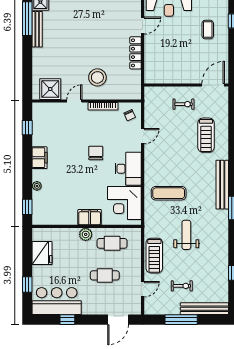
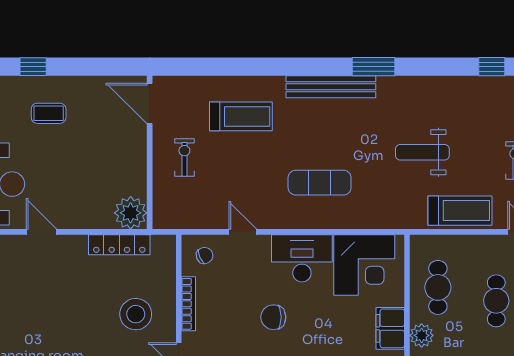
locker: (136, 53) -> (119, 245), moved
plant: (153, 75) -> (131, 213), added
exercise mat: (169, 193) -> (320, 183), moved, turned 90

